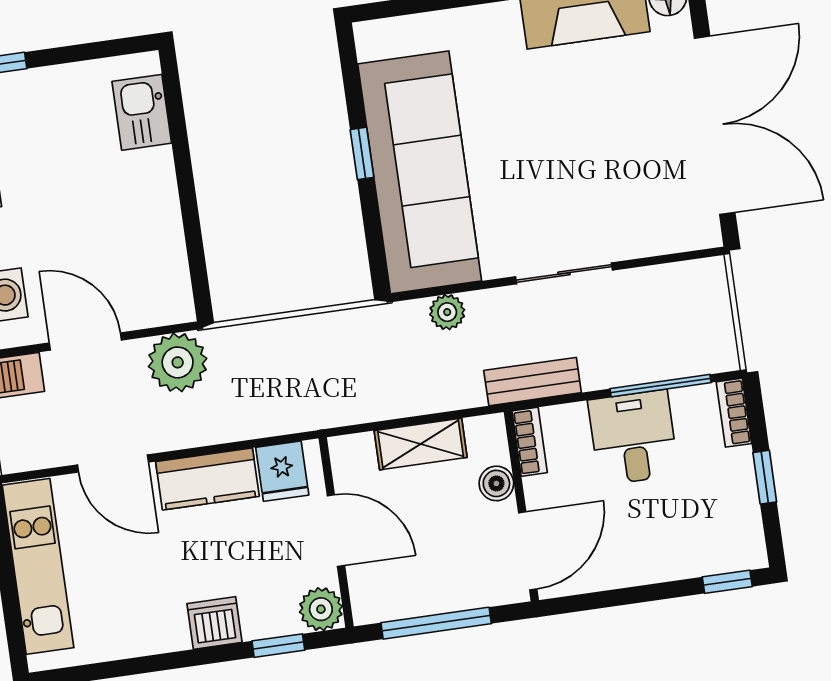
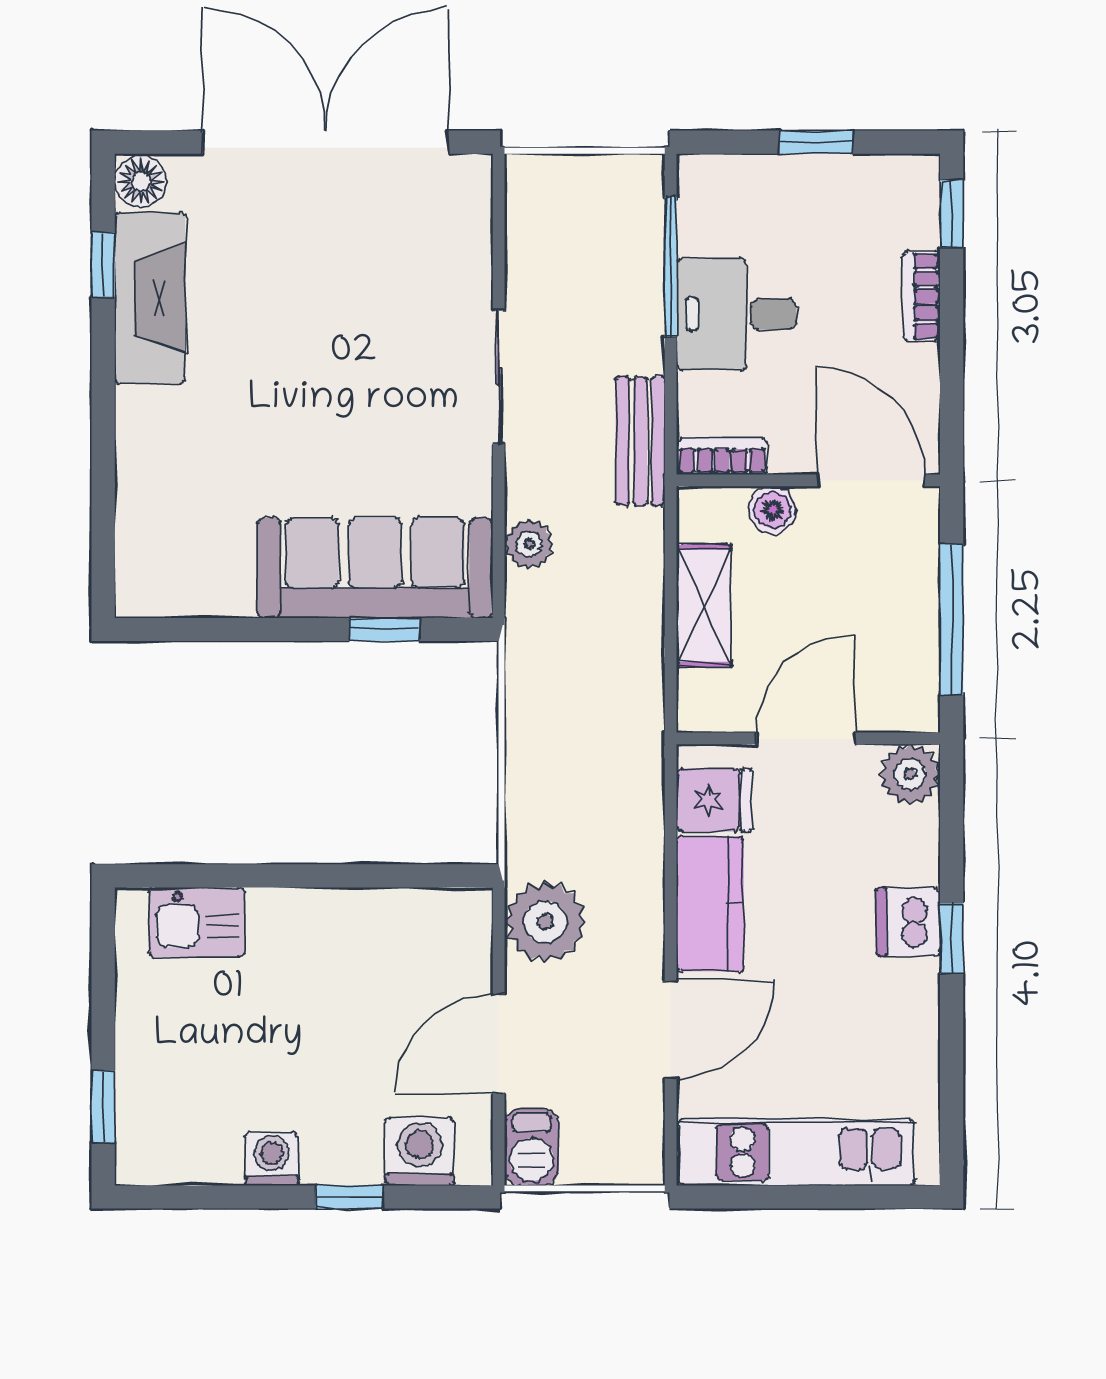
window: (362, 153) -> (385, 629), moved
sofa: (420, 172) -> (375, 568), width x0.74, depth x0.79
bookcase: (734, 413) -> (922, 296), moved, turned 90
window: (278, 646) -> (952, 939), moved

